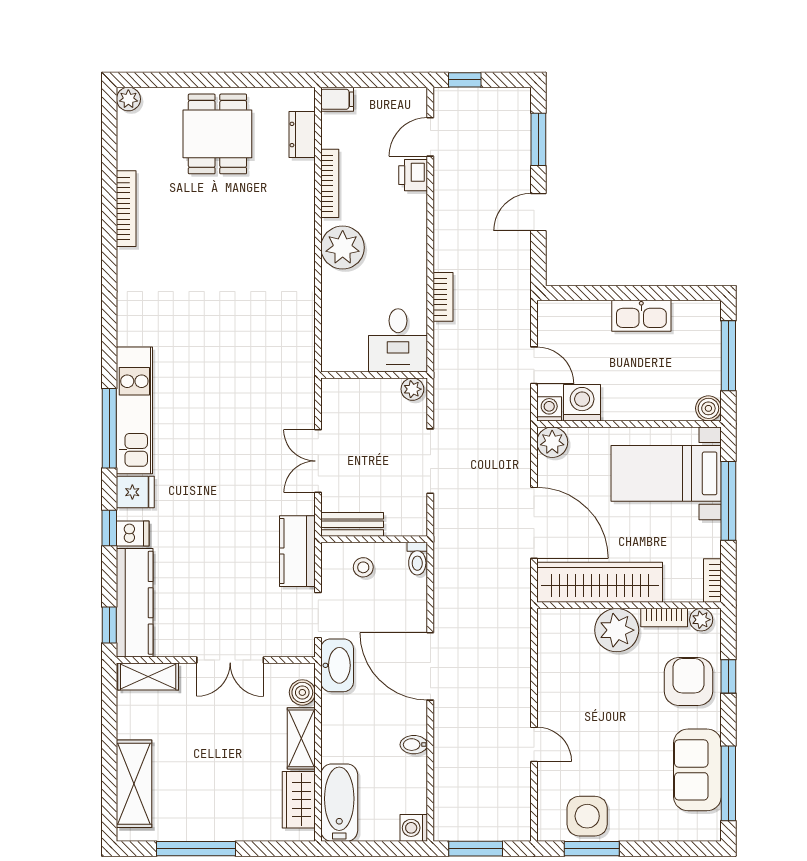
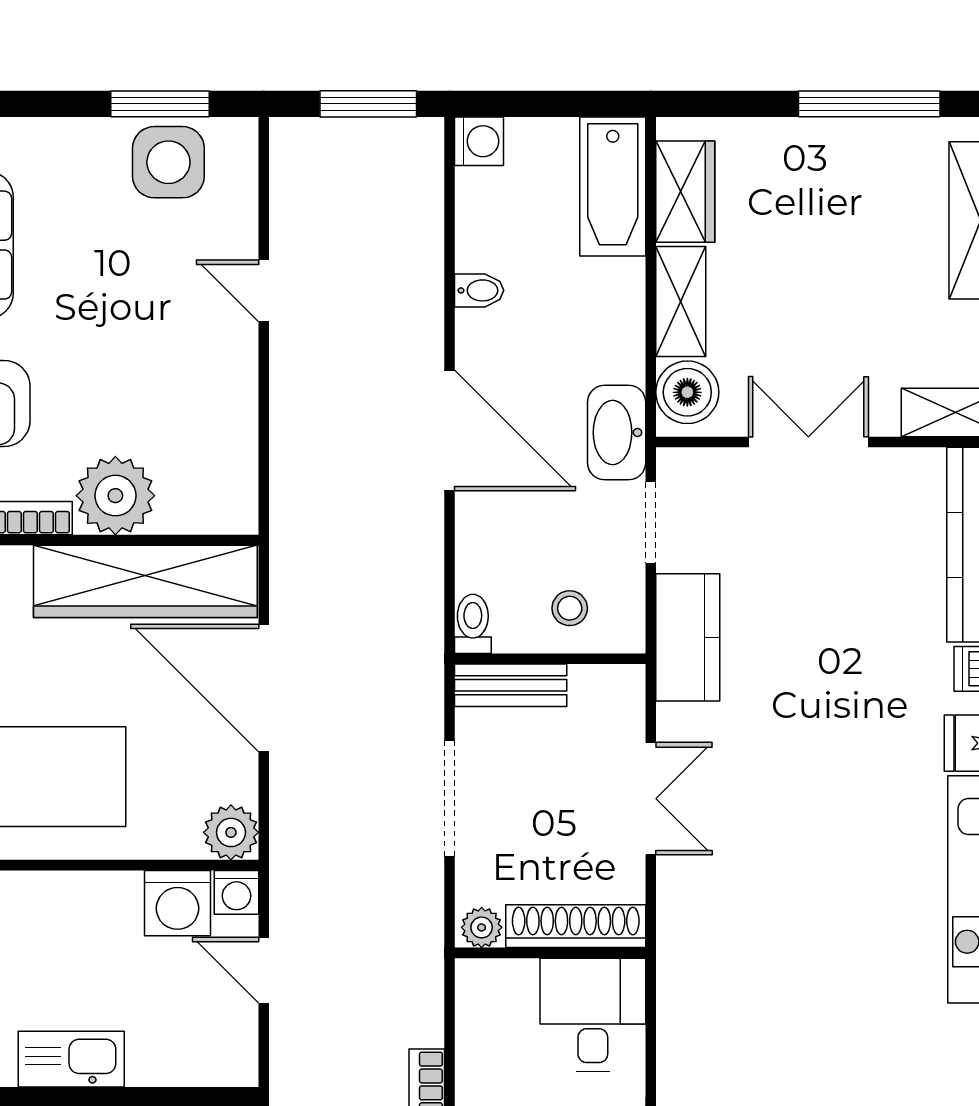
desk: (398, 340) -> (593, 1015), moved
shoe rack: (360, 390) -> (576, 926), added
bench: (352, 524) -> (511, 685), moved
boiler: (302, 692) -> (687, 392), width x1.36, depth x1.36

